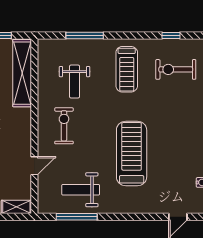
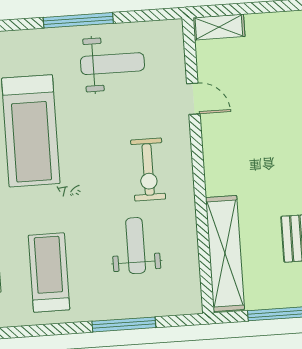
door: (34, 166) -> (193, 99), swing flipped
window: (77, 217) -> (78, 20), moved

